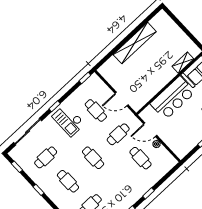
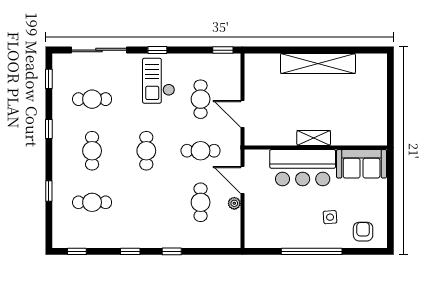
shelving: (183, 63) -> (314, 138), moved

